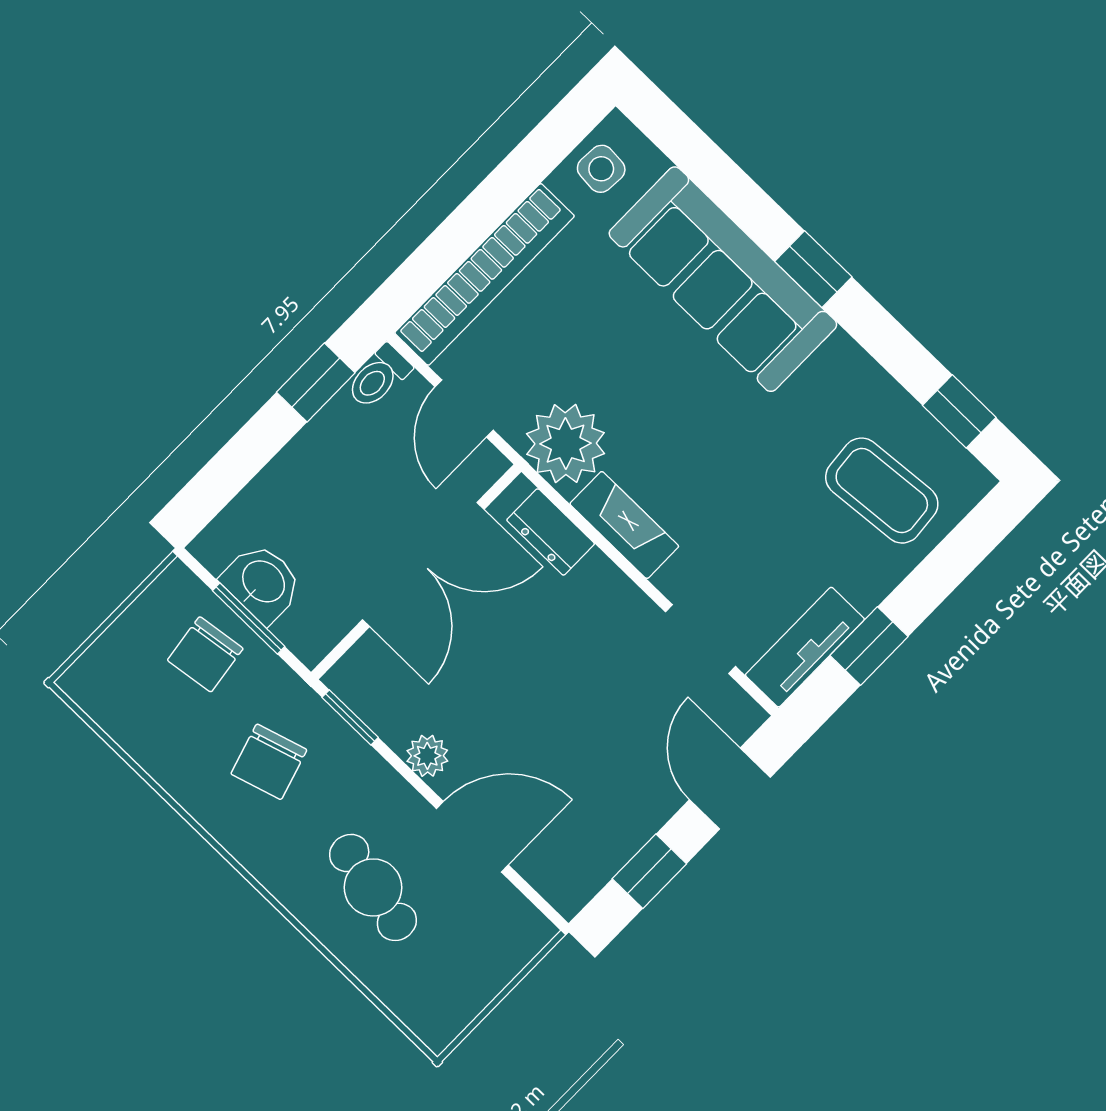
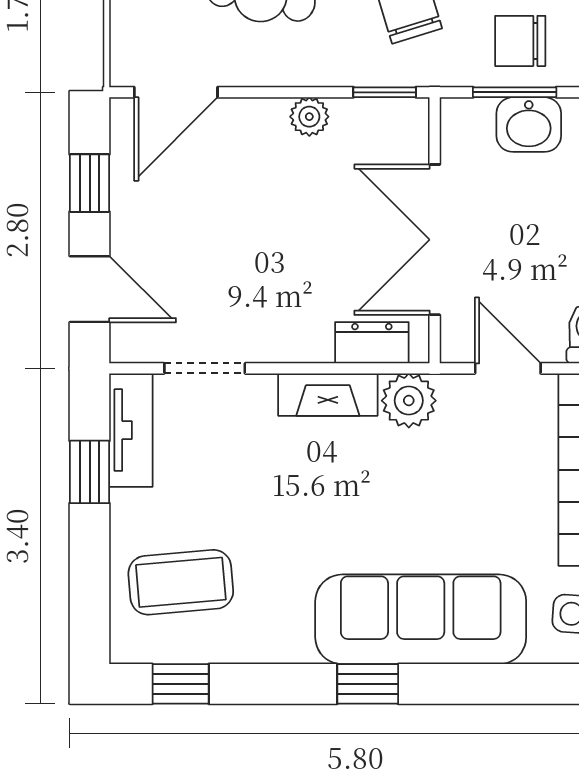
plant: (566, 444) -> (409, 401), width x0.73, depth x0.73
chair: (205, 654) -> (520, 41), turned -82
door: (472, 837) -> (176, 92), moved

